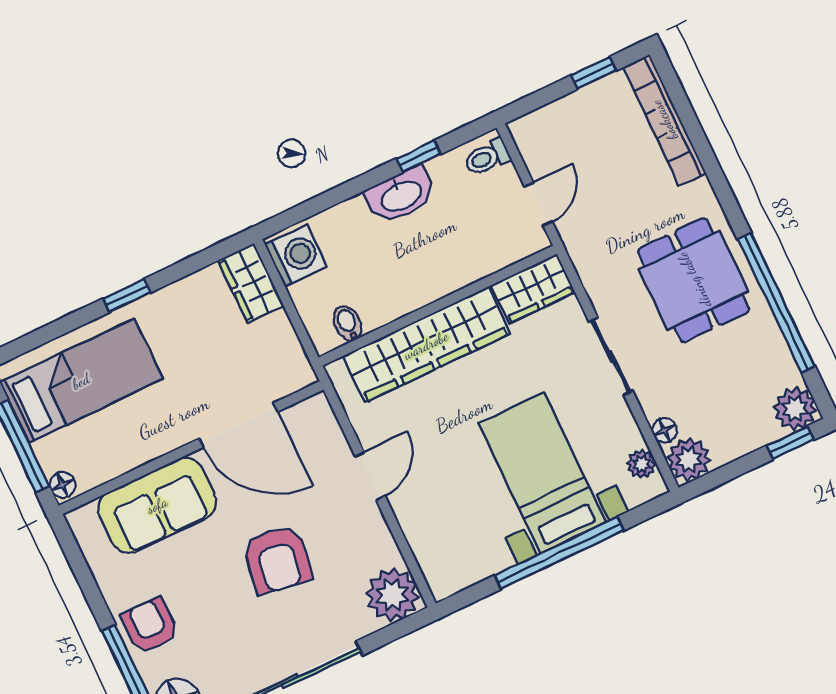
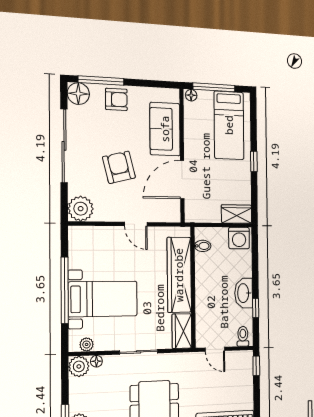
window: (594, 73) -> (256, 366), moved
armchair: (277, 559) -> (119, 167), turned 67

